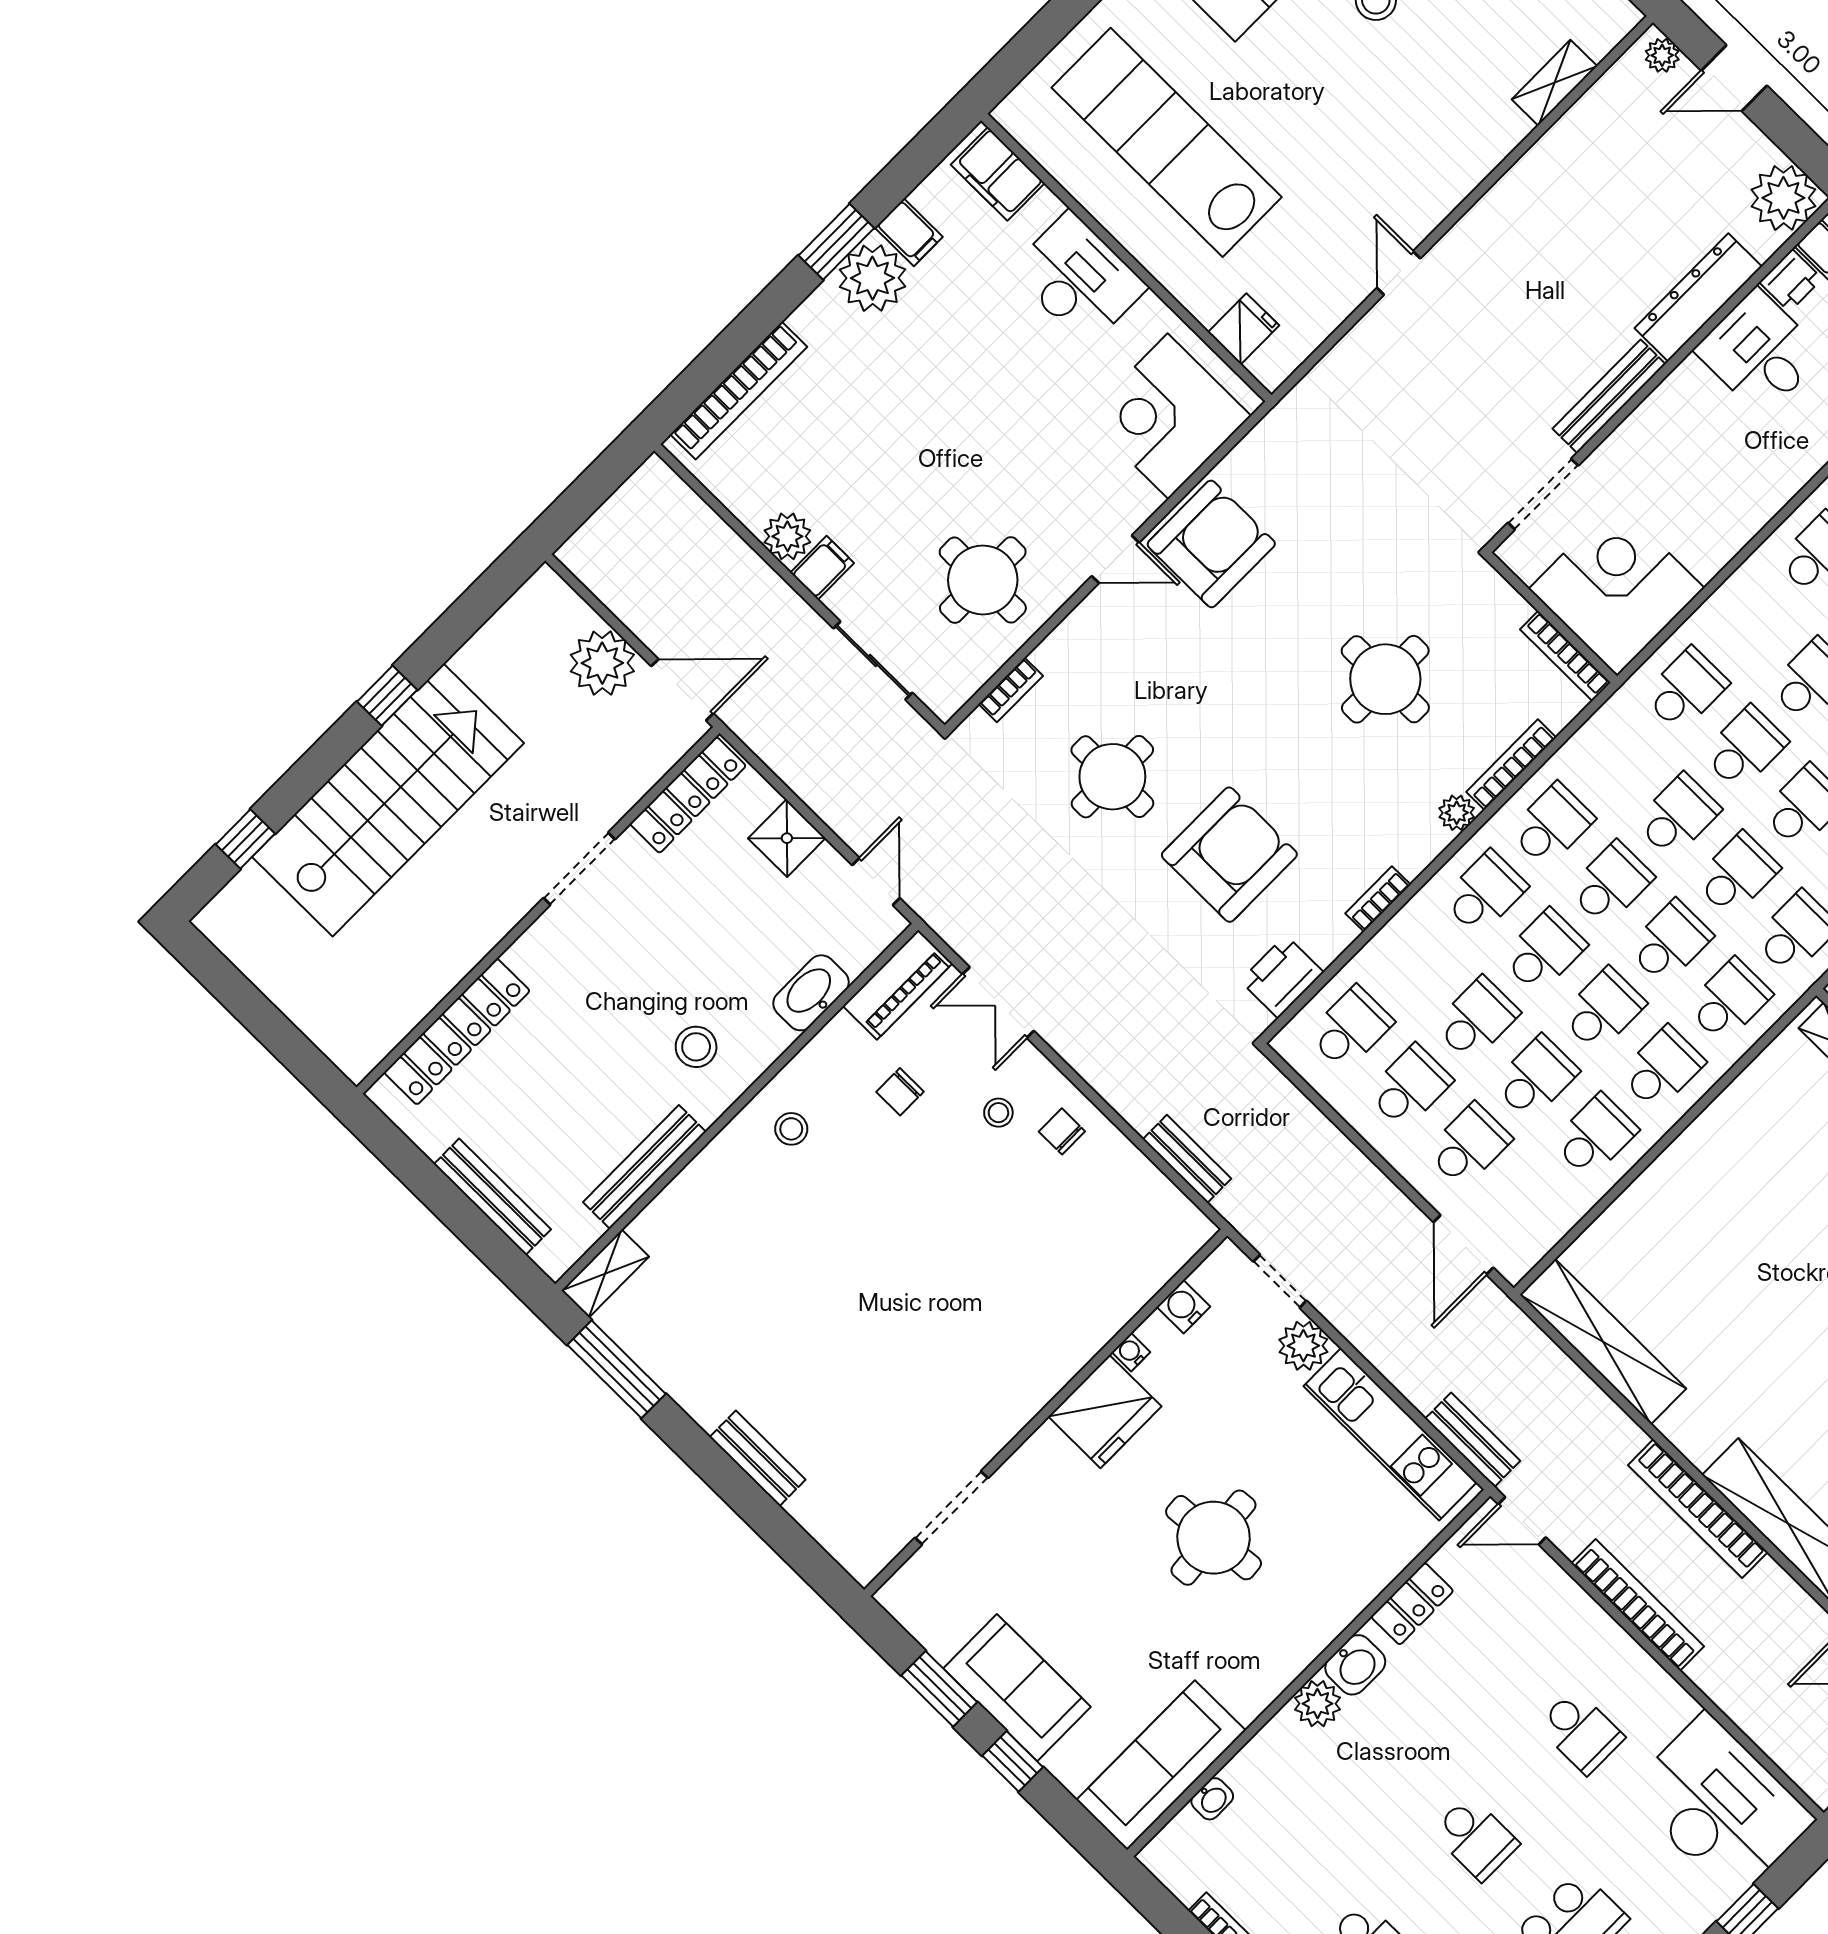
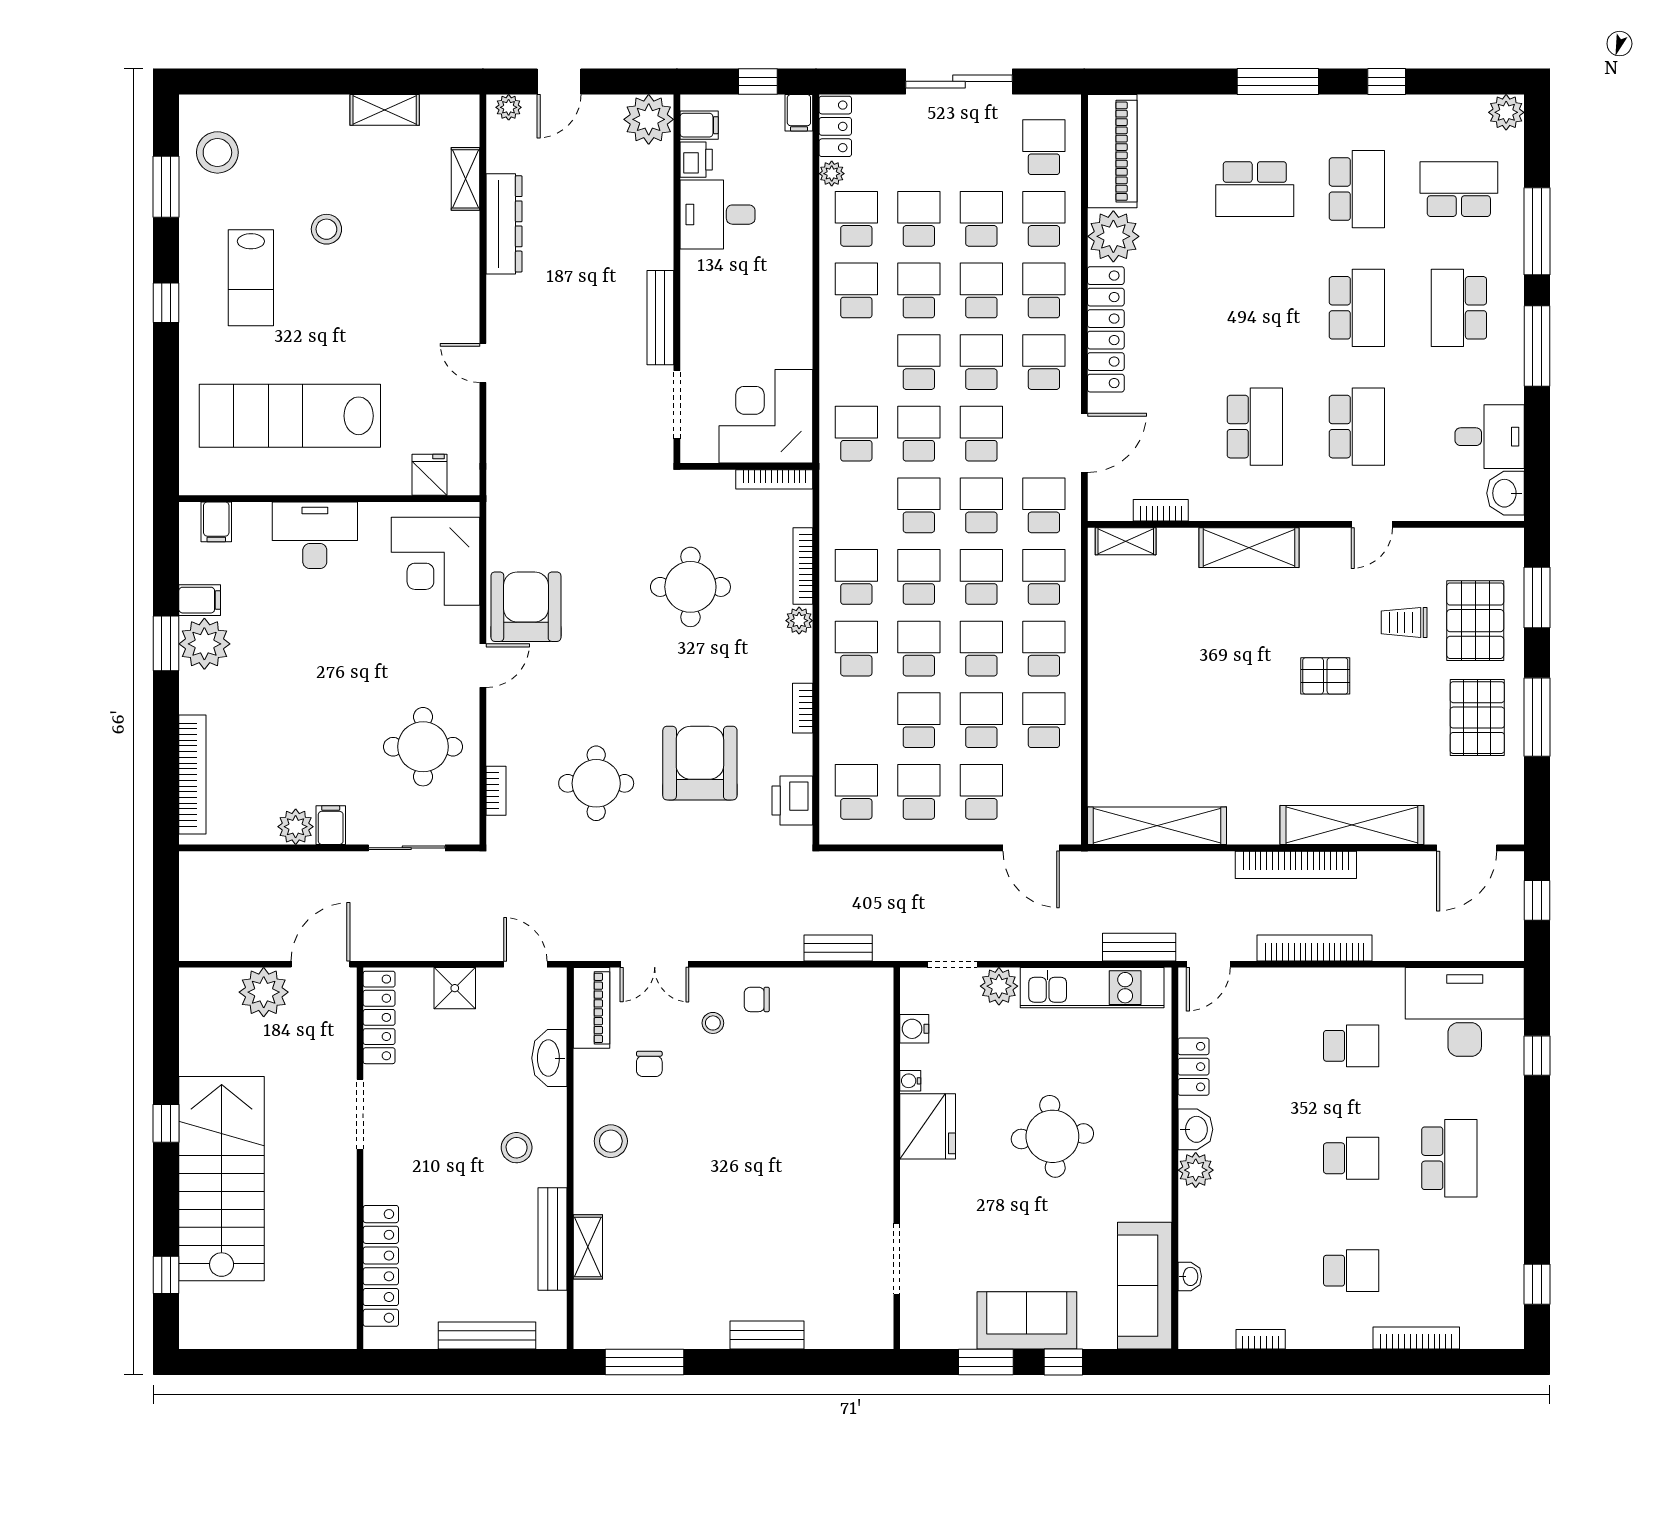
filing cabinet: (998, 174) -> (216, 522), width x0.50
dresser: (1698, 297) -> (504, 224), moved, turned 180
stool: (791, 1129) -> (611, 1141), width x1.37, depth x1.37
shelving: (605, 1274) -> (588, 1247), moved

